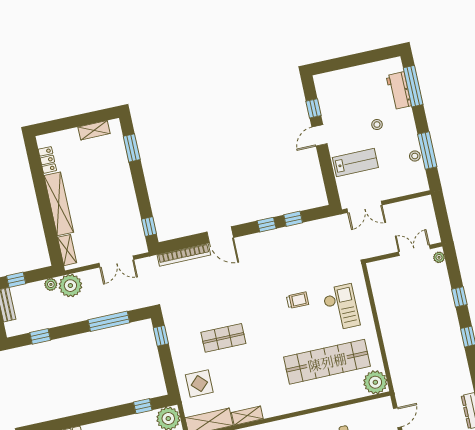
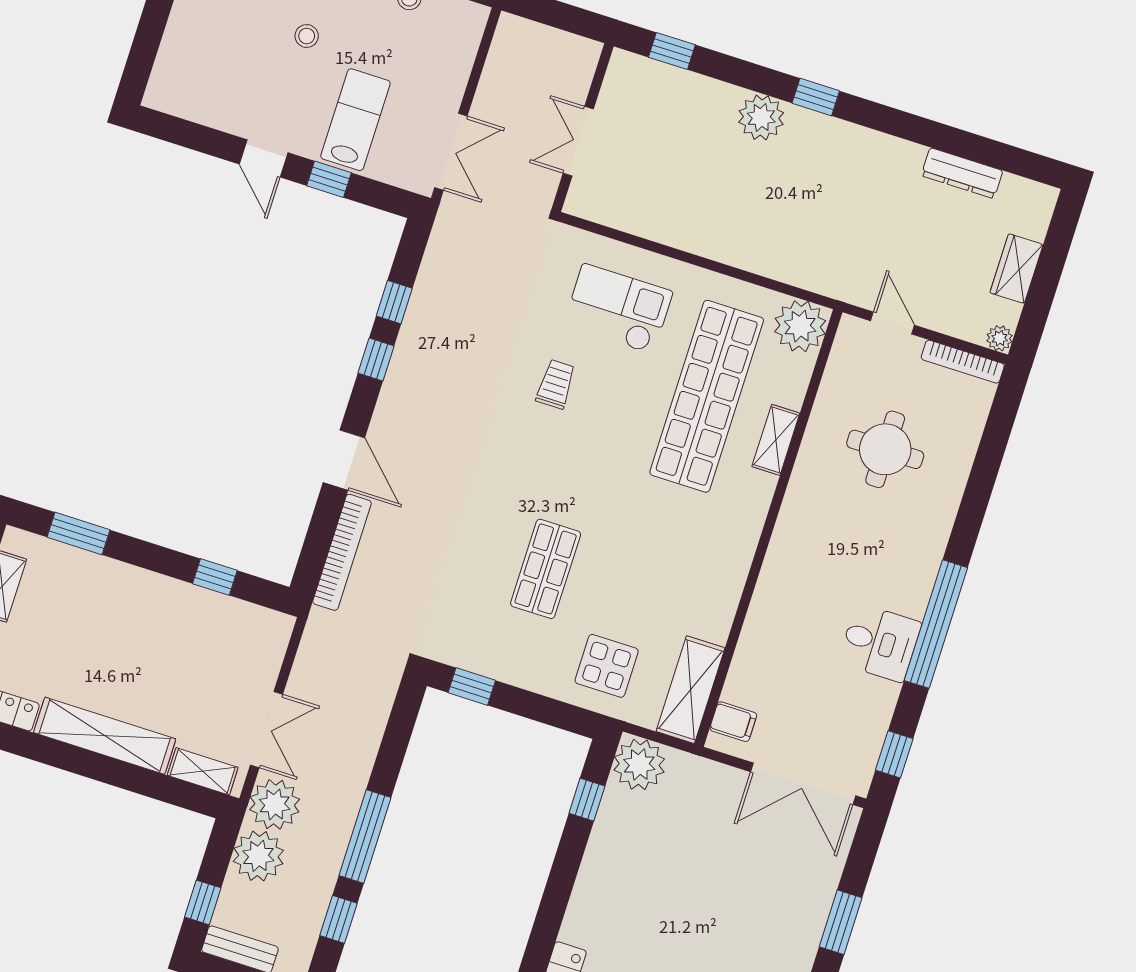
window: (314, 108) -> (329, 179), moved
window: (149, 227) -> (215, 577), moved
door: (220, 235) -> (344, 460), hinge flipped
double door: (414, 250) -> (578, 141), moved
plant: (439, 257) -> (761, 118), moved, width x1.88, depth x1.88
double door: (116, 261) -> (266, 730), moved
plant: (51, 284) -> (258, 856), width x1.88, depth x1.88
window: (459, 297) -> (672, 51), moved
window: (109, 321) -> (365, 836), moved
shelving: (247, 416) -> (776, 440), moved

